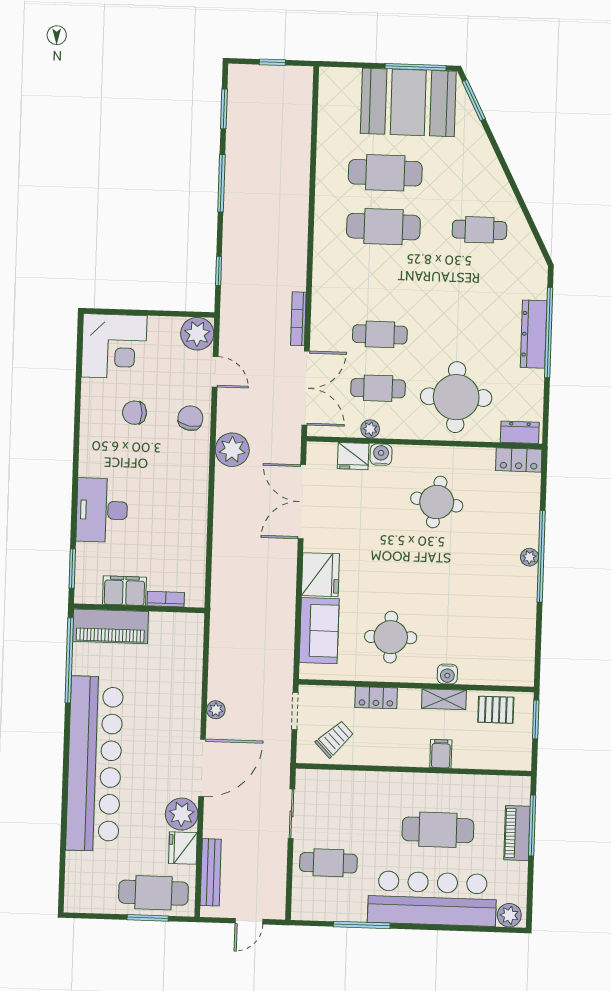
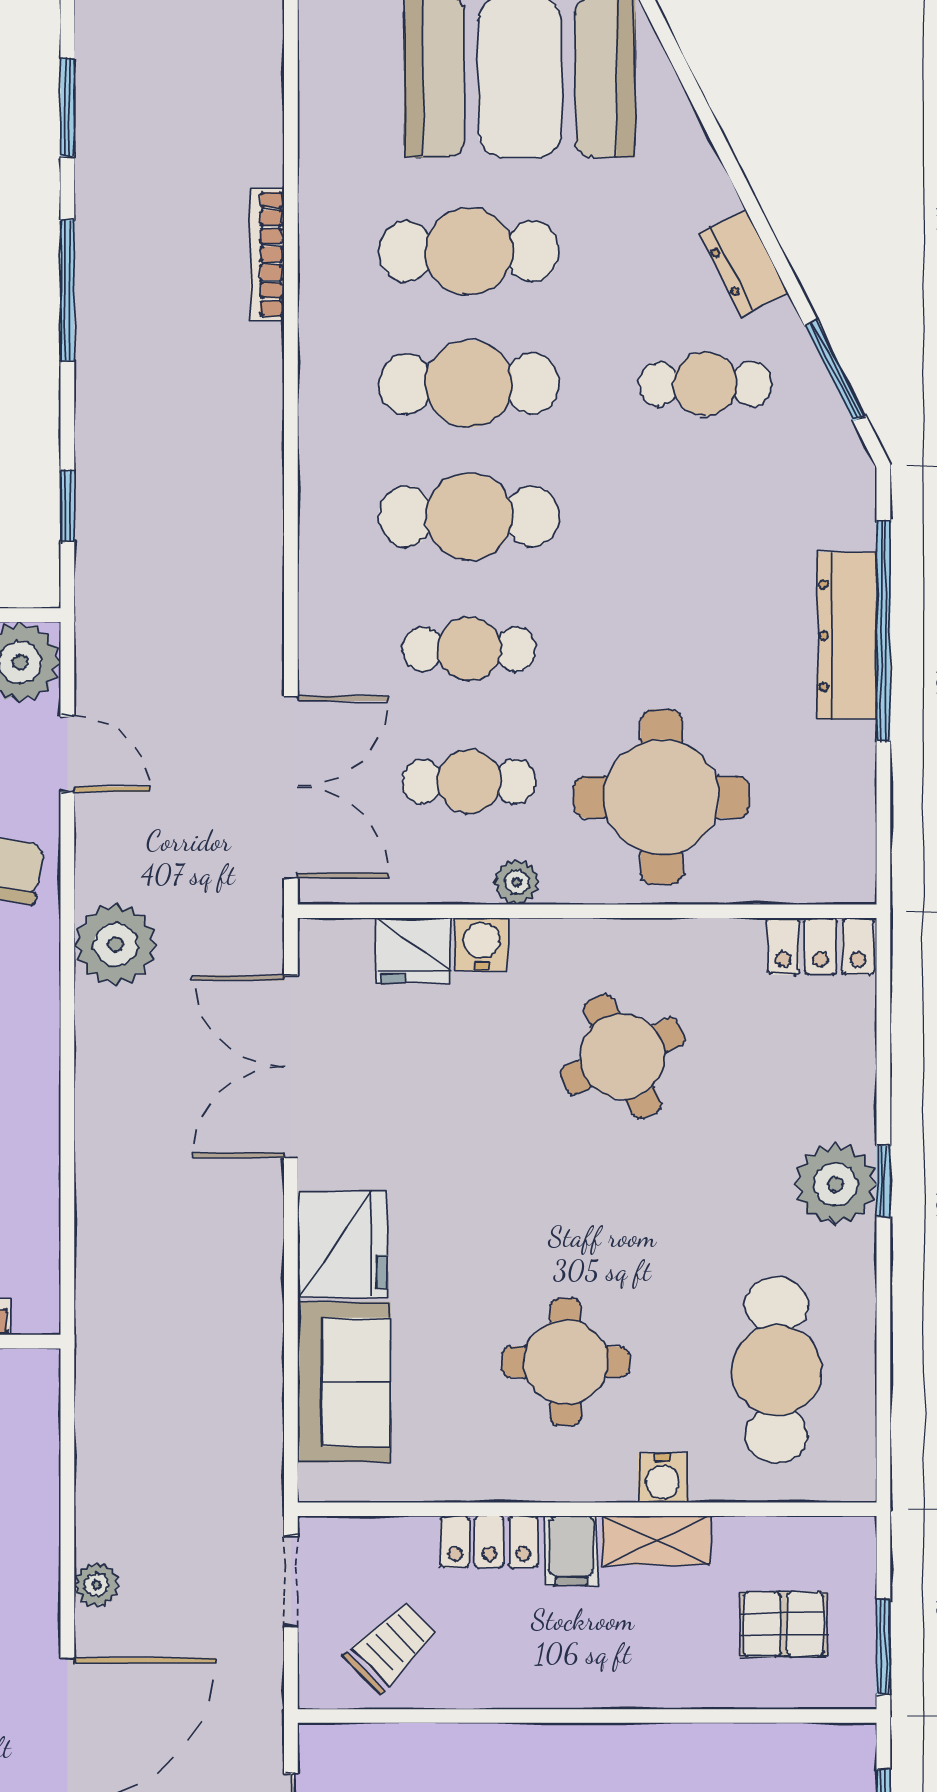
window: (474, 100) -> (835, 371), moved
cafe table: (382, 280) -> (469, 516), added
bookcase: (298, 319) -> (267, 254), moved
plant: (370, 429) -> (517, 882), moved
dresser: (520, 432) -> (743, 263), moved, turned -117
round table: (437, 502) -> (622, 1056), turned -34
window: (541, 556) -> (883, 1181), width x0.32
plant: (529, 557) -> (835, 1184), width x1.88, depth x1.88
cafe table: (495, 632) -> (777, 1370), added
round table: (391, 637) -> (566, 1362), moved
pallet: (496, 710) -> (784, 1624), moved
window: (536, 720) -> (883, 1647), moved
filing cabinet: (441, 754) -> (571, 1551), moved, turned 180

